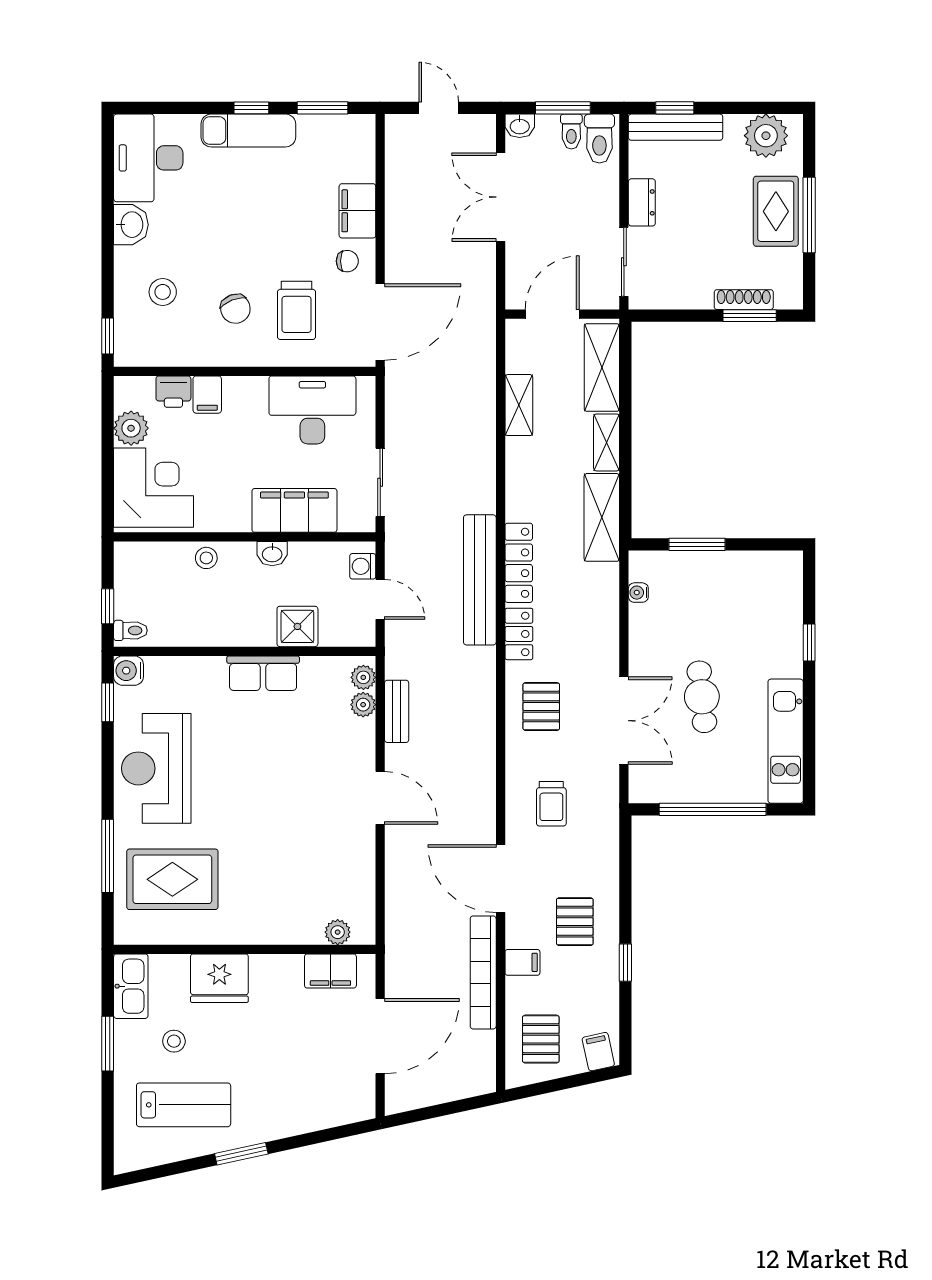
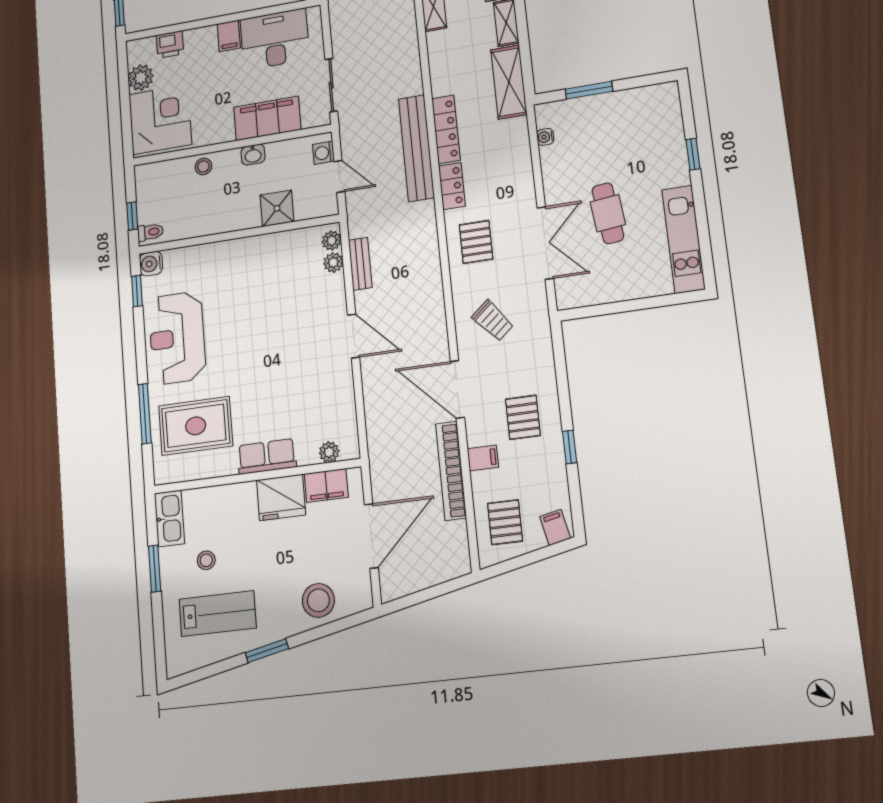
filing cabinet: (207, 395) -> (229, 36), moved
row of seats: (263, 673) -> (267, 456), moved, turned 180
trolley: (551, 804) -> (493, 321), turned -40
window: (713, 809) -> (628, 306), removed
fridge: (219, 978) -> (281, 497), moved
stool: (309, 1103) -> (318, 600), added

